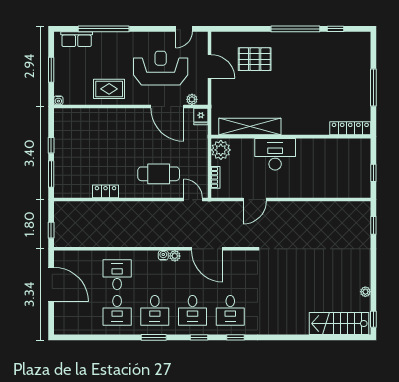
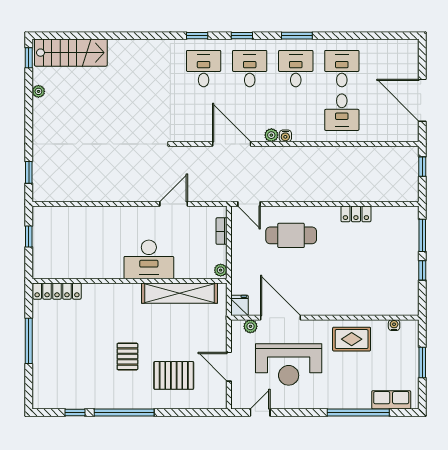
pallet: (293, 75) -> (127, 356), added
water cooler: (58, 100) -> (394, 325), moved
plant: (221, 150) -> (221, 270), width x0.53, depth x0.53

